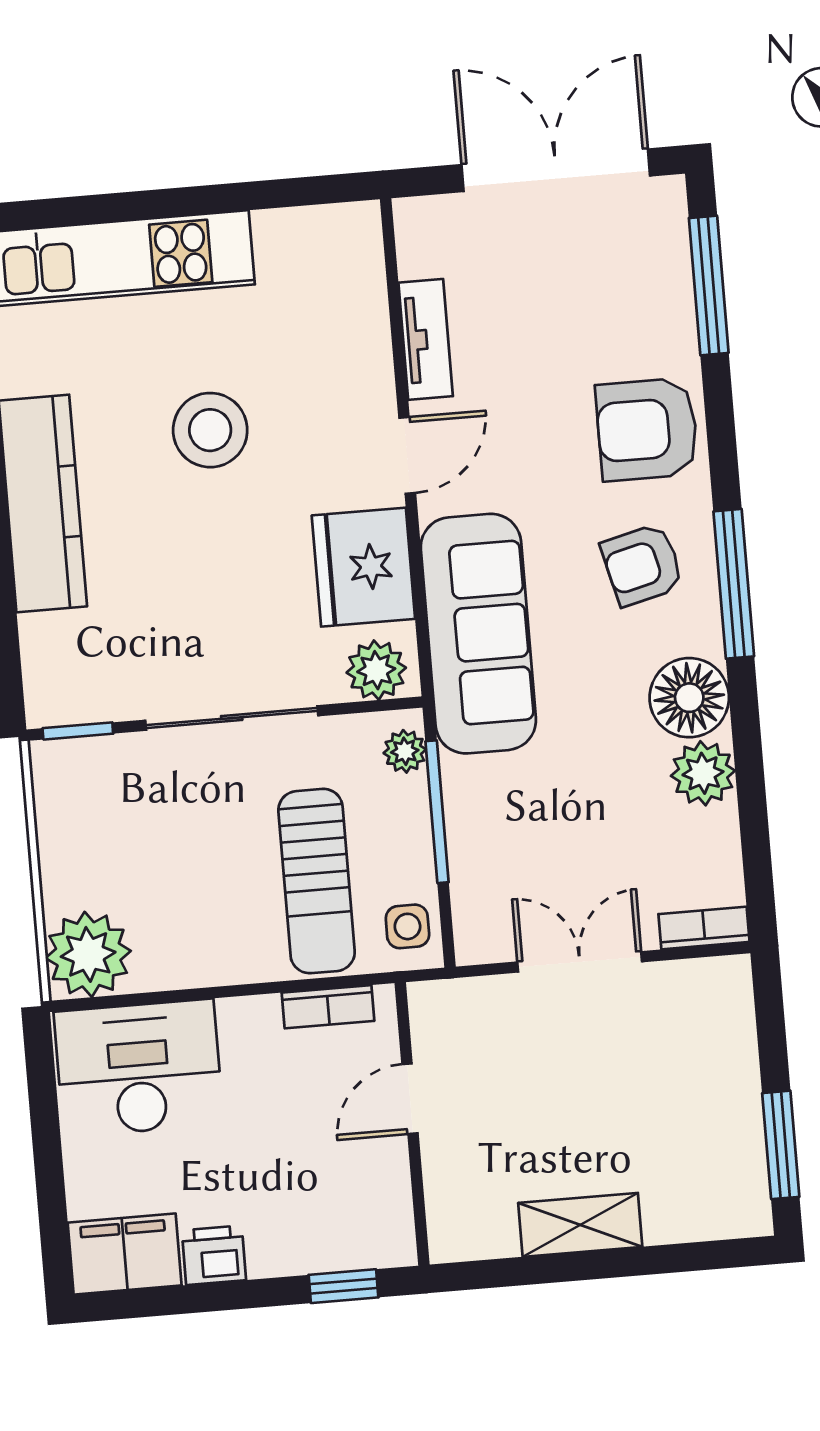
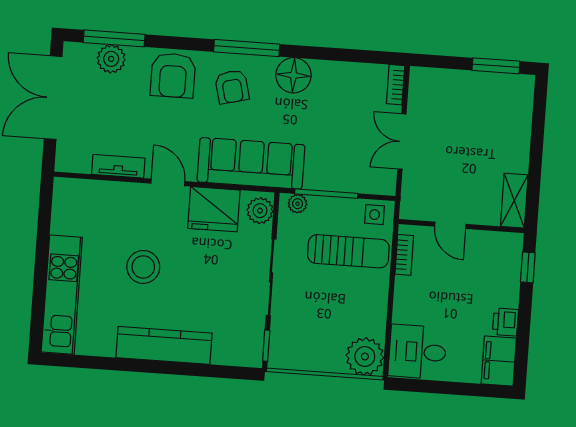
plant: (703, 773) -> (111, 59), moved
desk: (139, 1068) -> (417, 352), width x0.73
shelving: (580, 1225) -> (514, 201), moved

